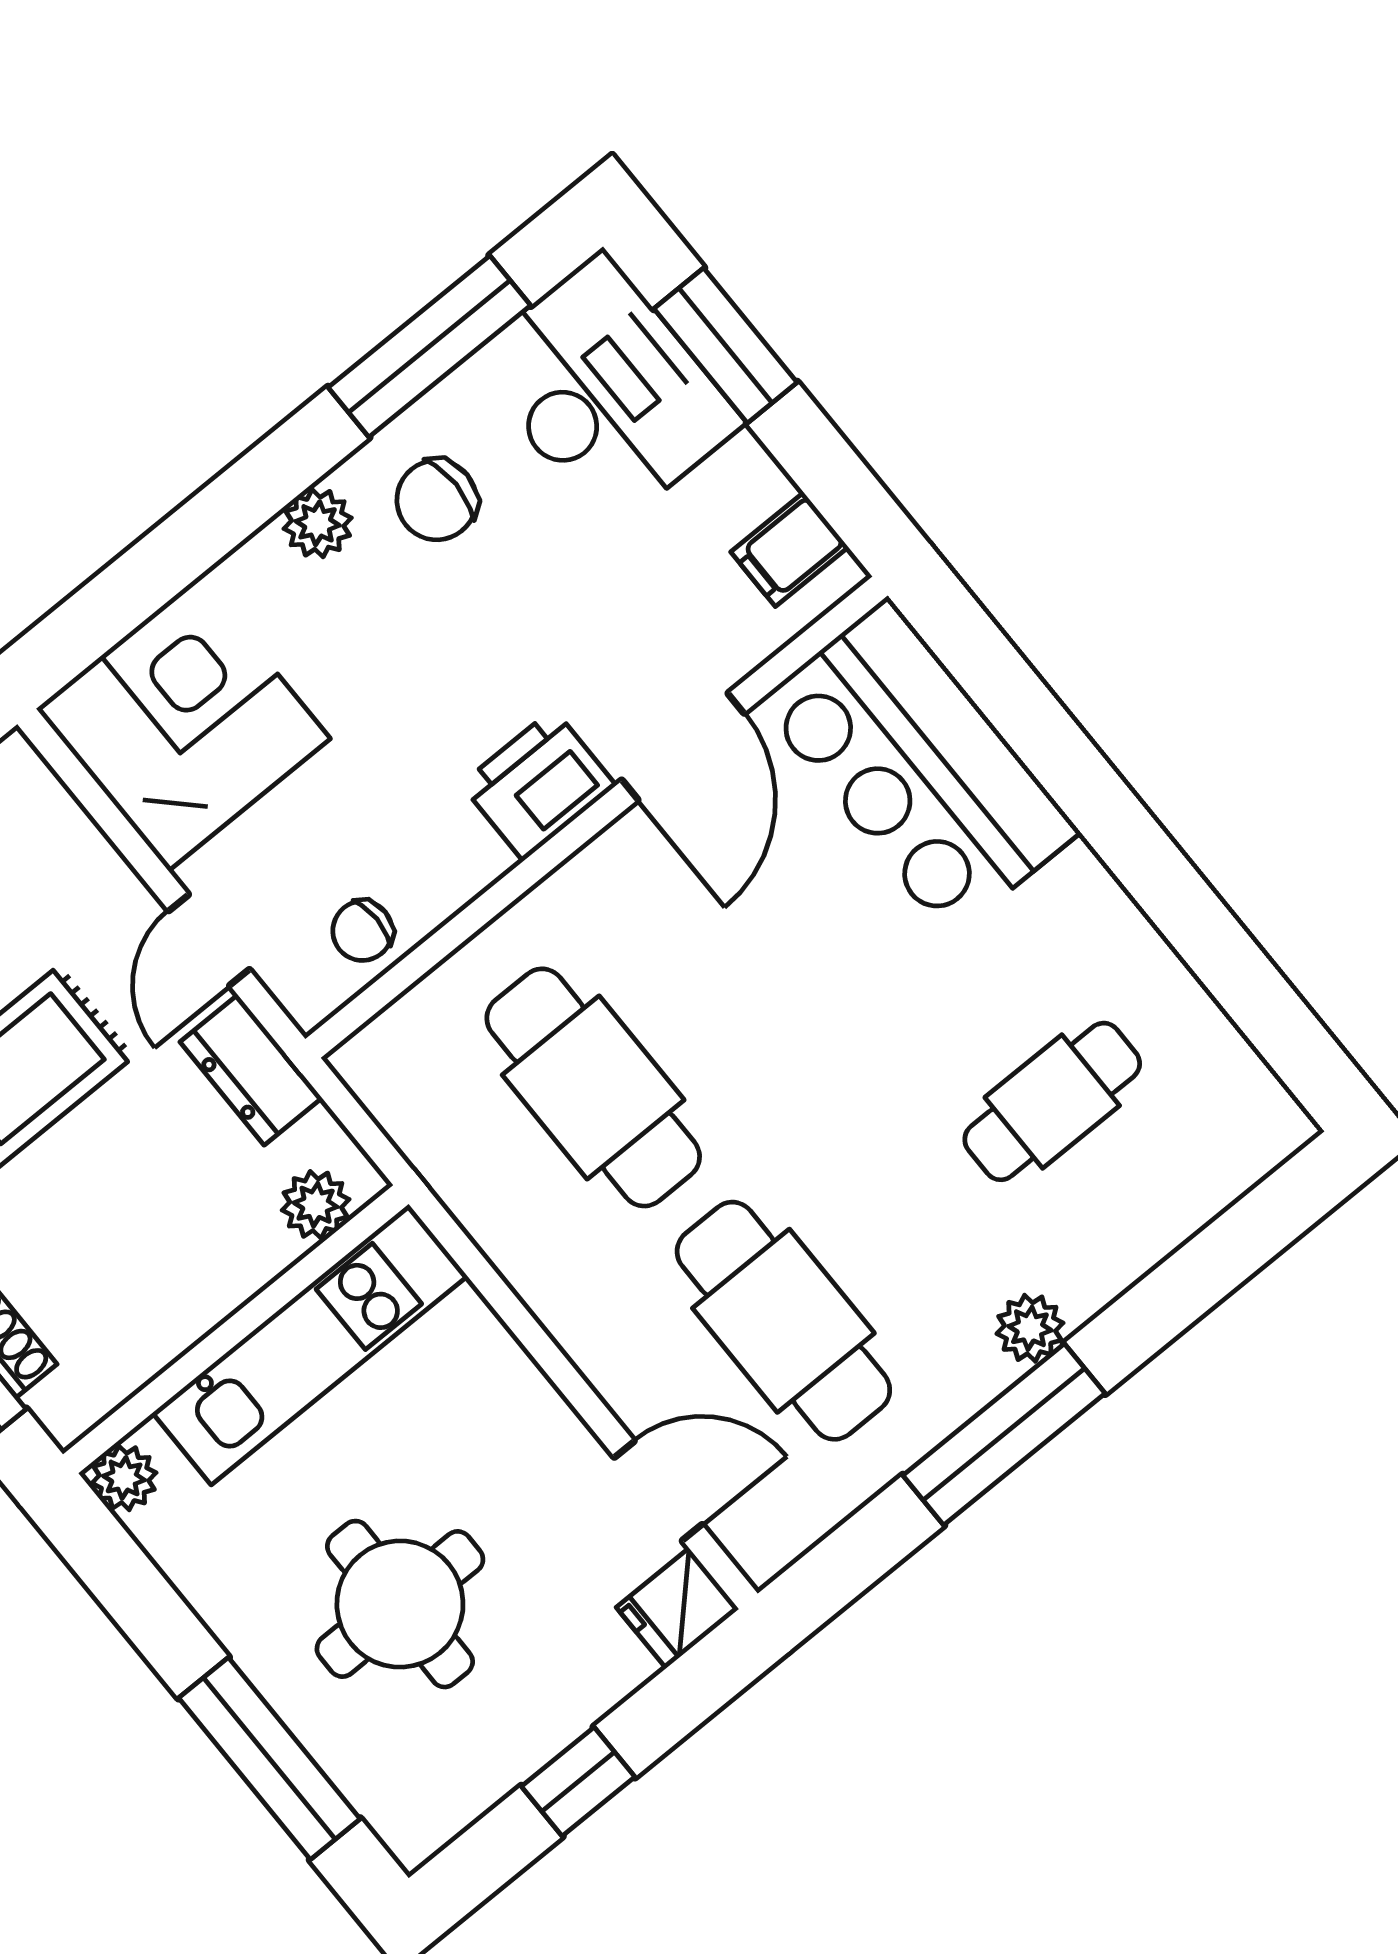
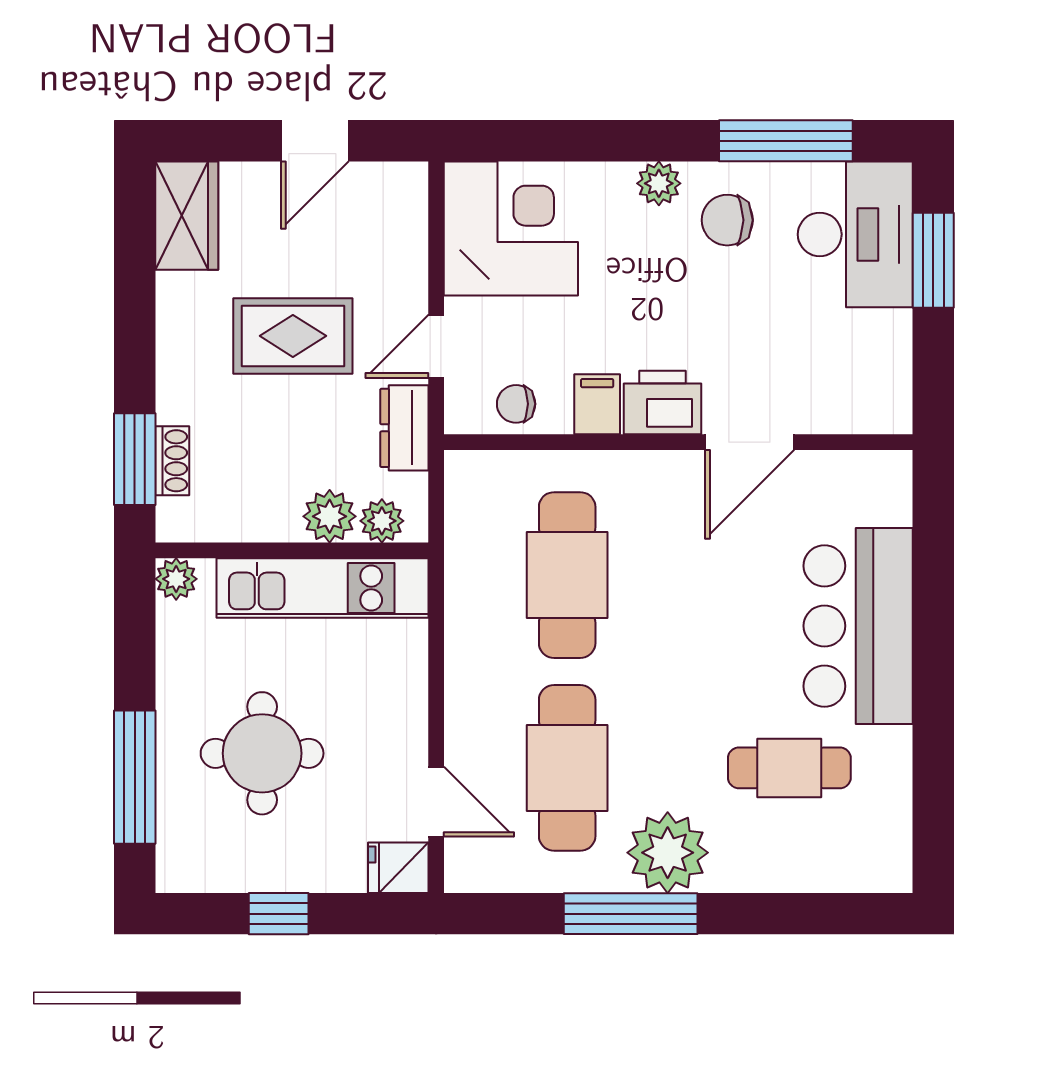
filing cabinet: (790, 549) -> (597, 404), moved, turned 90
bar counter: (919, 768) -> (858, 626), moved
plant: (248, 1251) -> (330, 516), added
plant: (1030, 1328) -> (668, 853), width x1.88, depth x1.88

